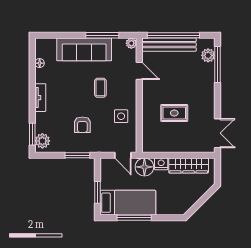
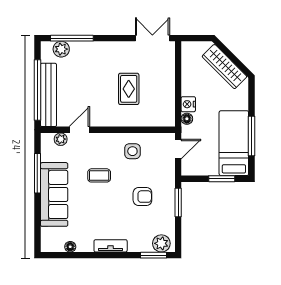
plant: (131, 43) -> (61, 139), moved
wardrobe: (189, 165) -> (224, 67), moved, turned 135
floor lamp: (144, 167) -> (187, 119), width x0.53, depth x0.53

